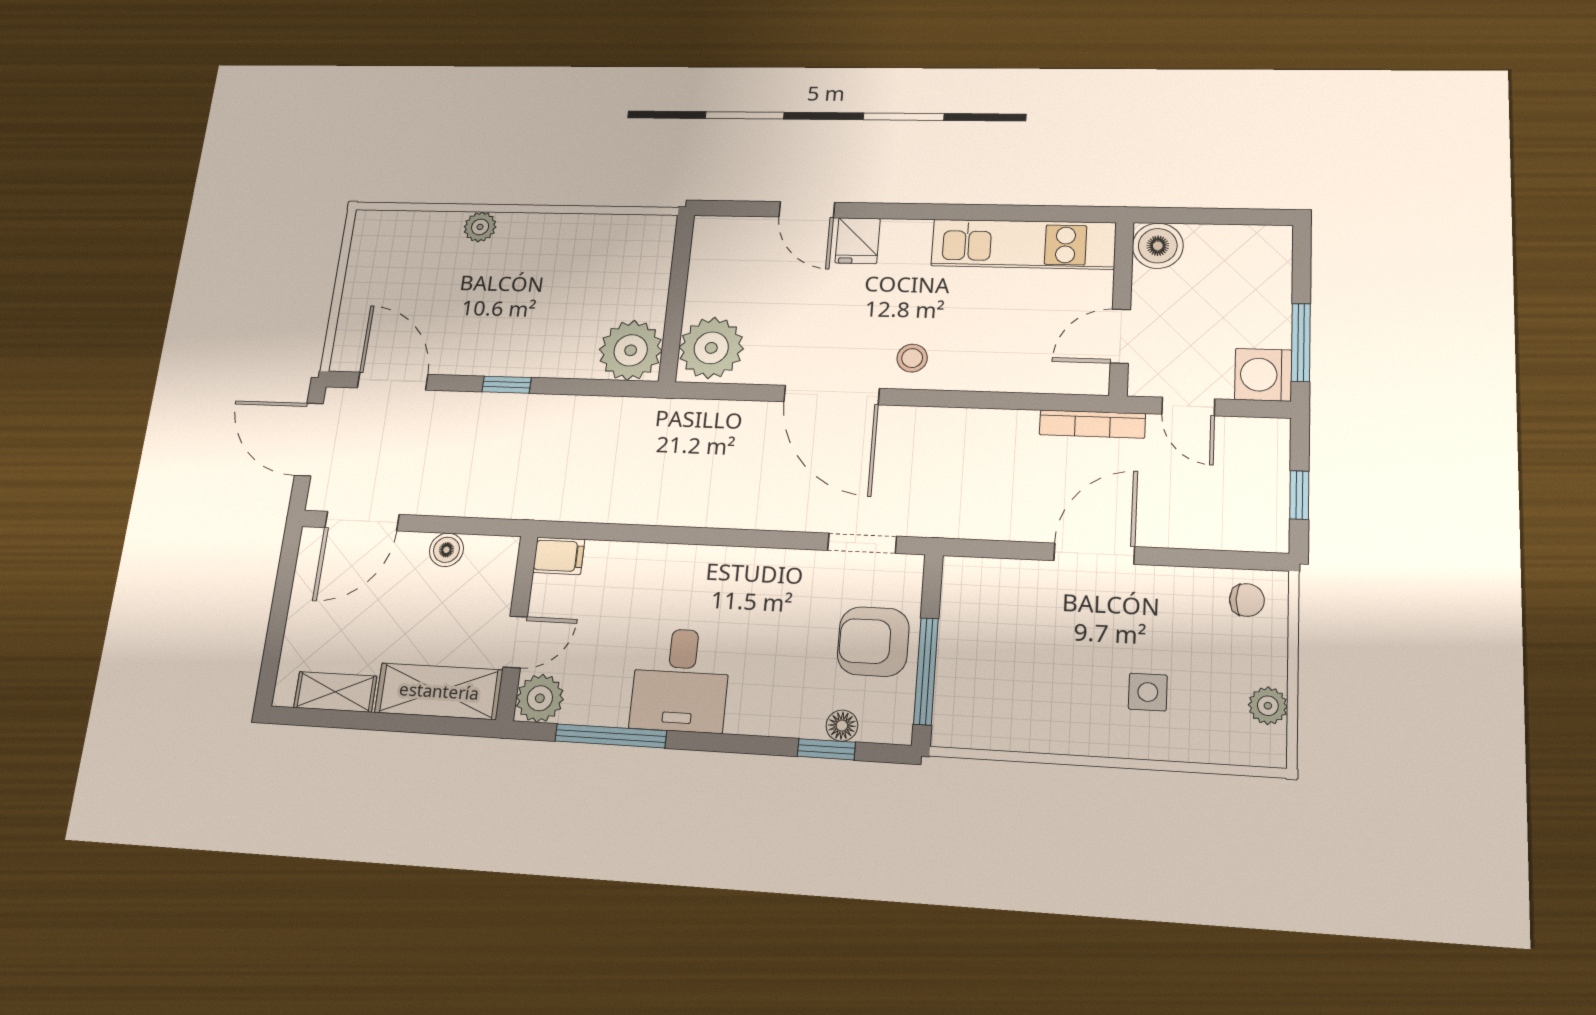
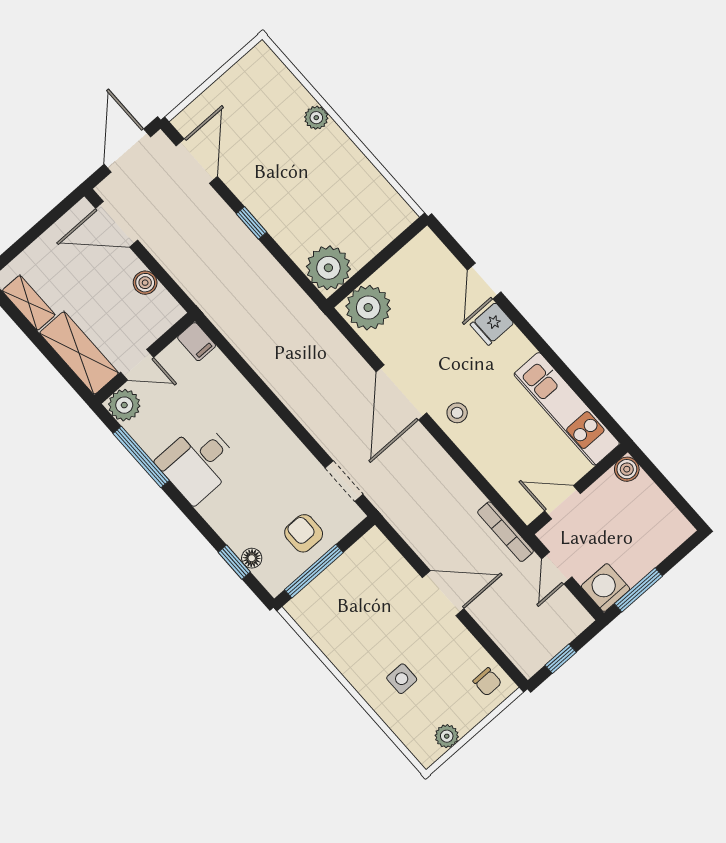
boiler: (1158, 246) -> (627, 469), width x0.73, depth x0.73
armchair: (873, 642) -> (304, 533), width x0.72, depth x0.72

